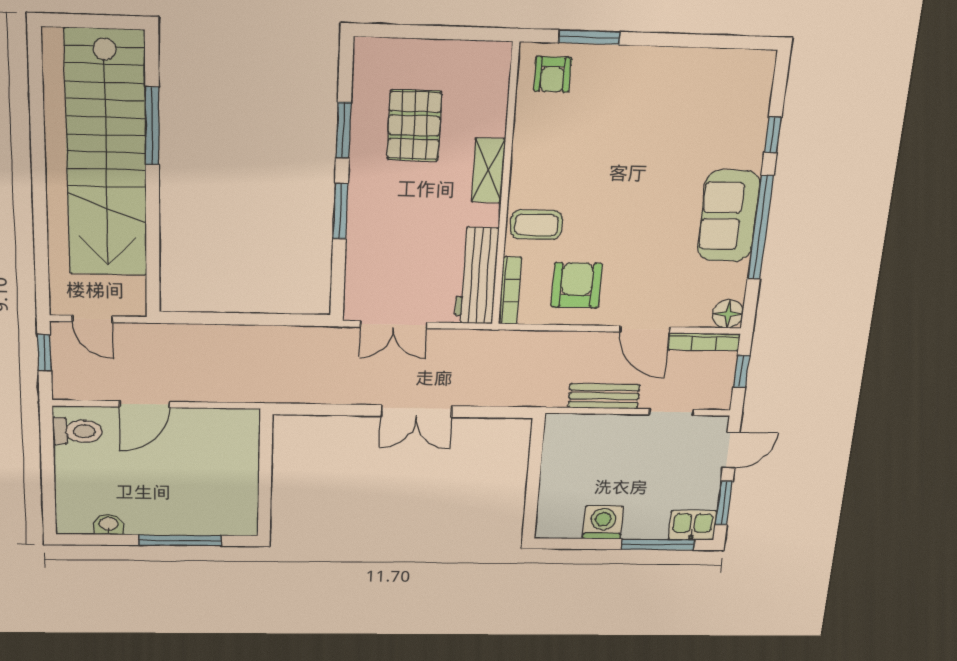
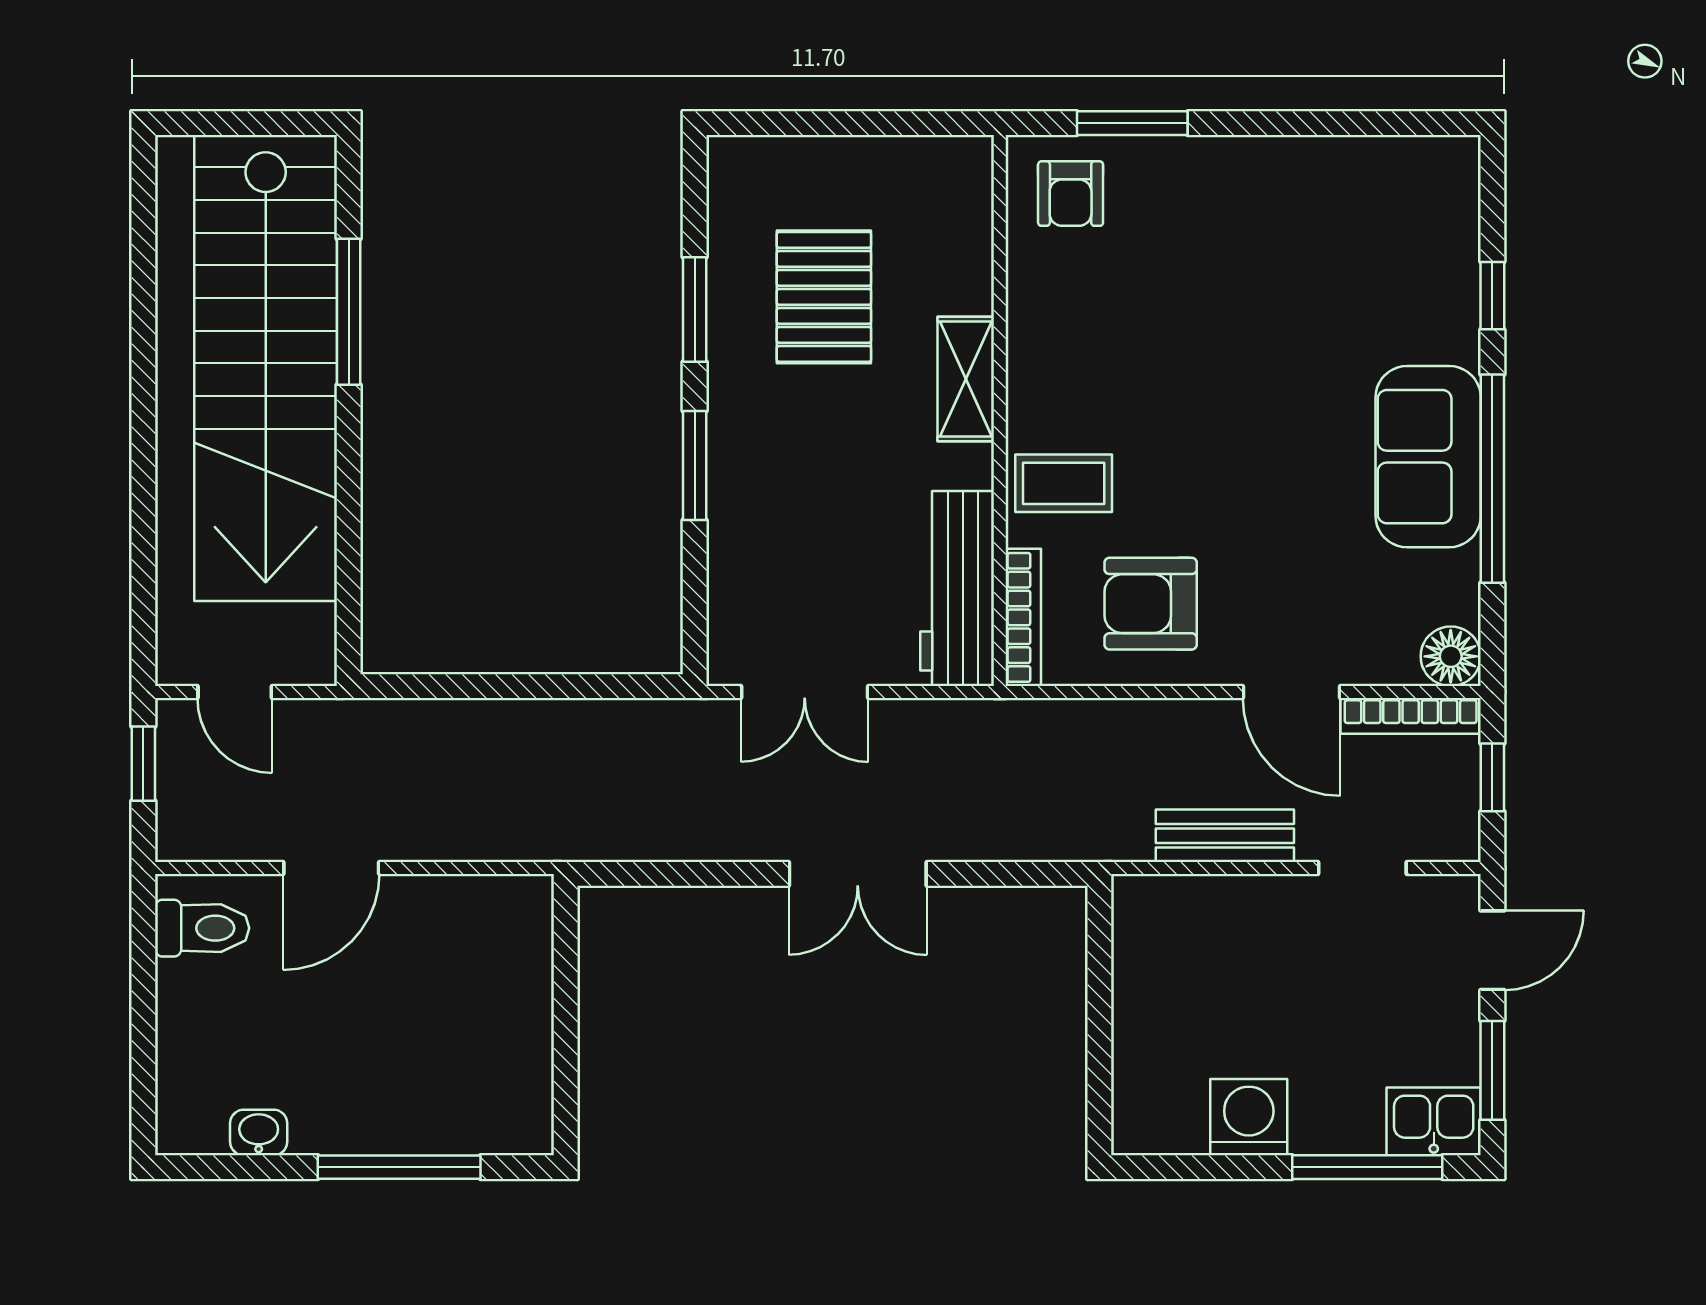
armchair: (577, 285) -> (1151, 604), turned -90

